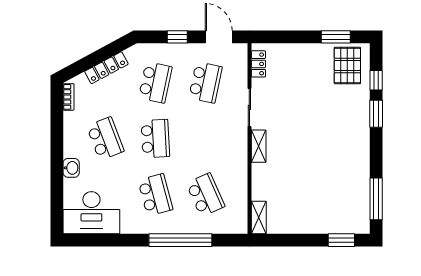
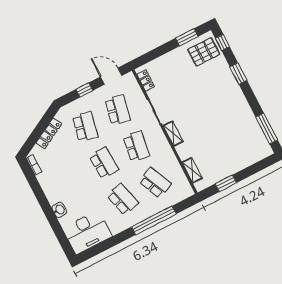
pallet: (347, 65) -> (204, 52), turned 90
window: (376, 80) -> (222, 42), moved
school desk: (105, 139) -> (136, 146), moved, turned 30
shelving: (259, 217) -> (192, 170), moved
window: (341, 240) -> (226, 183), moved

